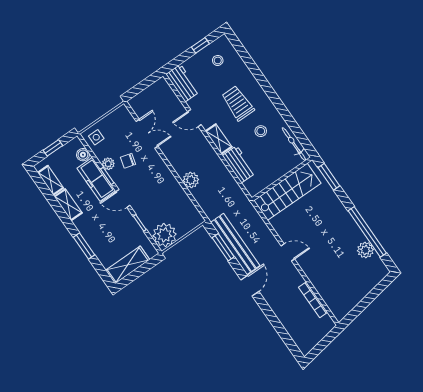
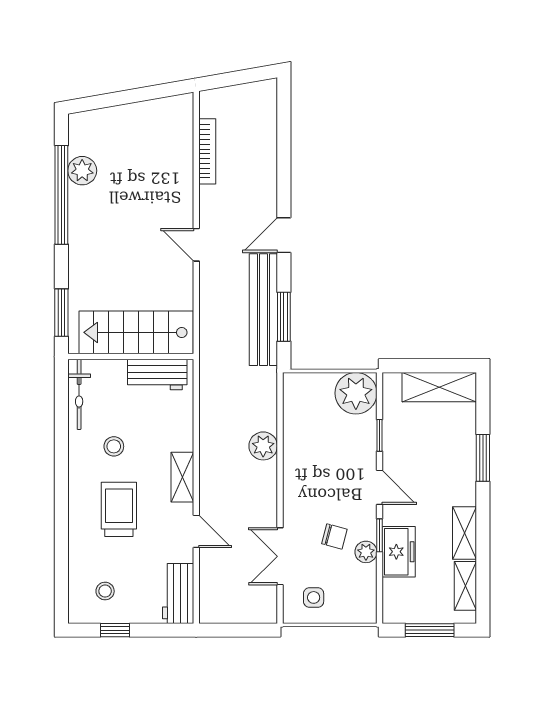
trolley: (238, 103) -> (119, 509), turned 180
side table: (96, 137) -> (314, 597), moved
window: (53, 148) -> (430, 630), width x1.50
boiler: (83, 155) -> (393, 590), removed
workbench: (239, 164) -> (157, 374), moved, turned -90
freezer: (96, 179) -> (399, 552), width x0.71

